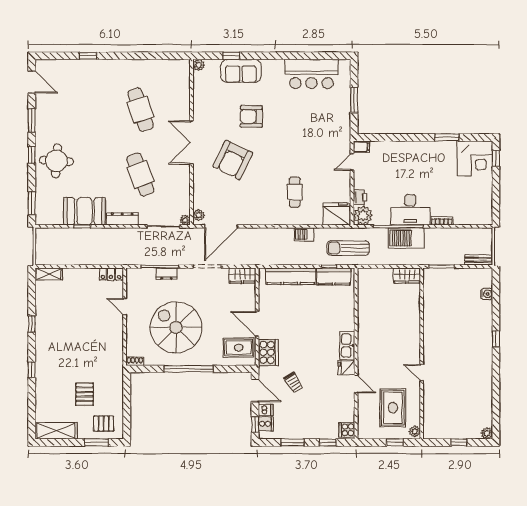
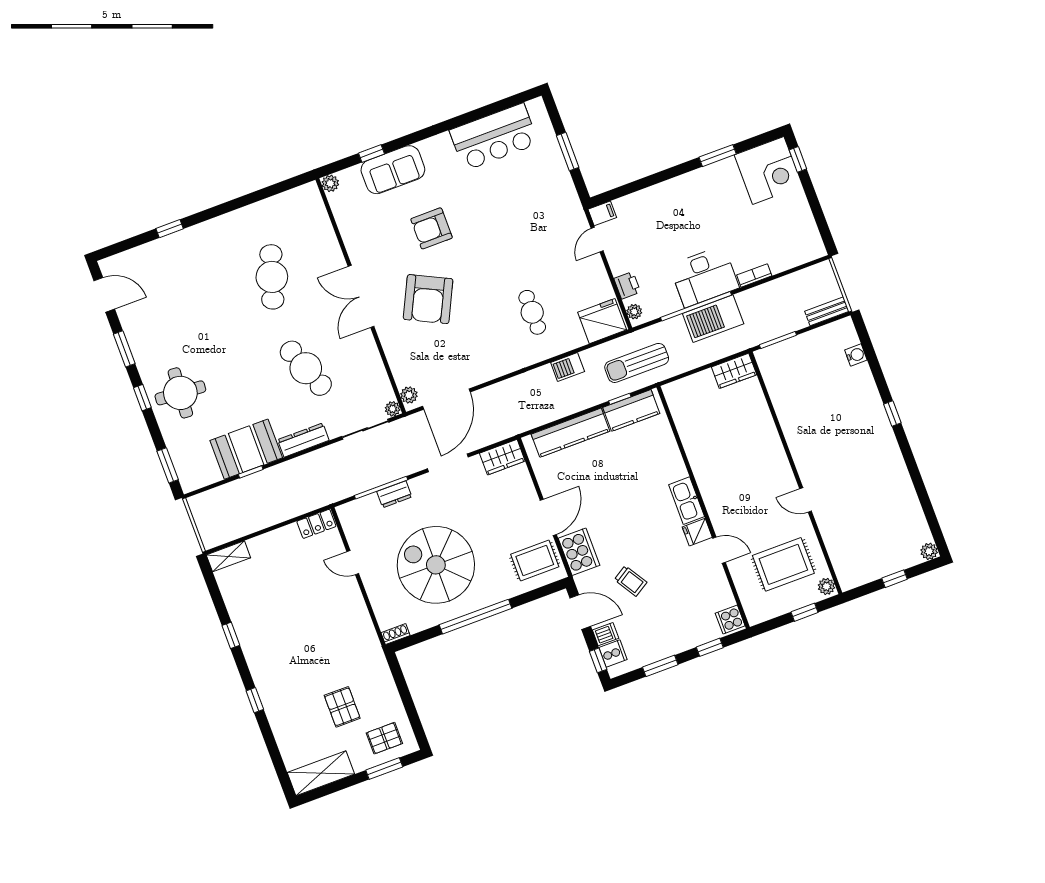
cafe table: (140, 110) -> (272, 277), turned 36
plant: (363, 215) -> (634, 312), width x0.53, depth x0.53
door: (257, 324) -> (548, 517), swing flipped
rug: (393, 408) -> (783, 564), turned 90

